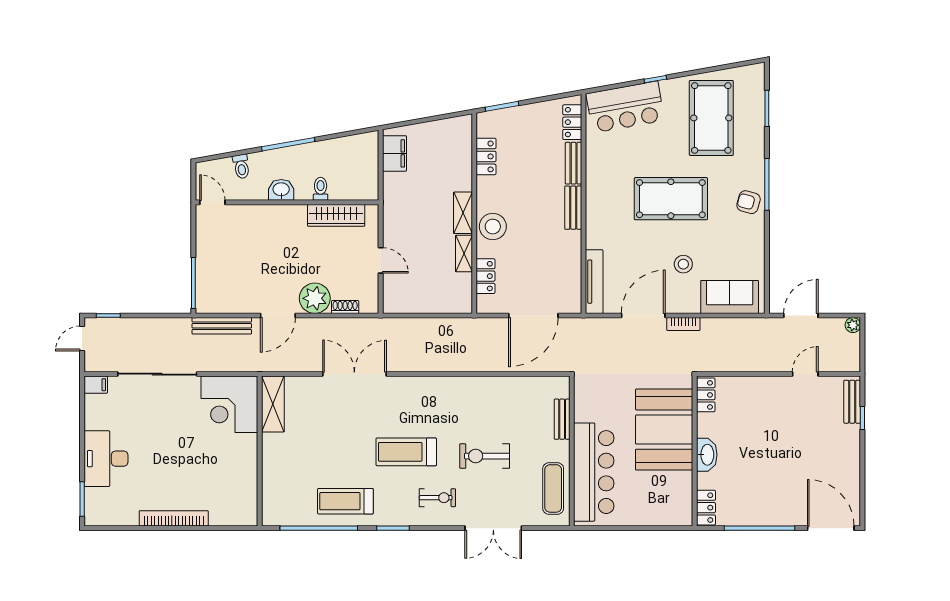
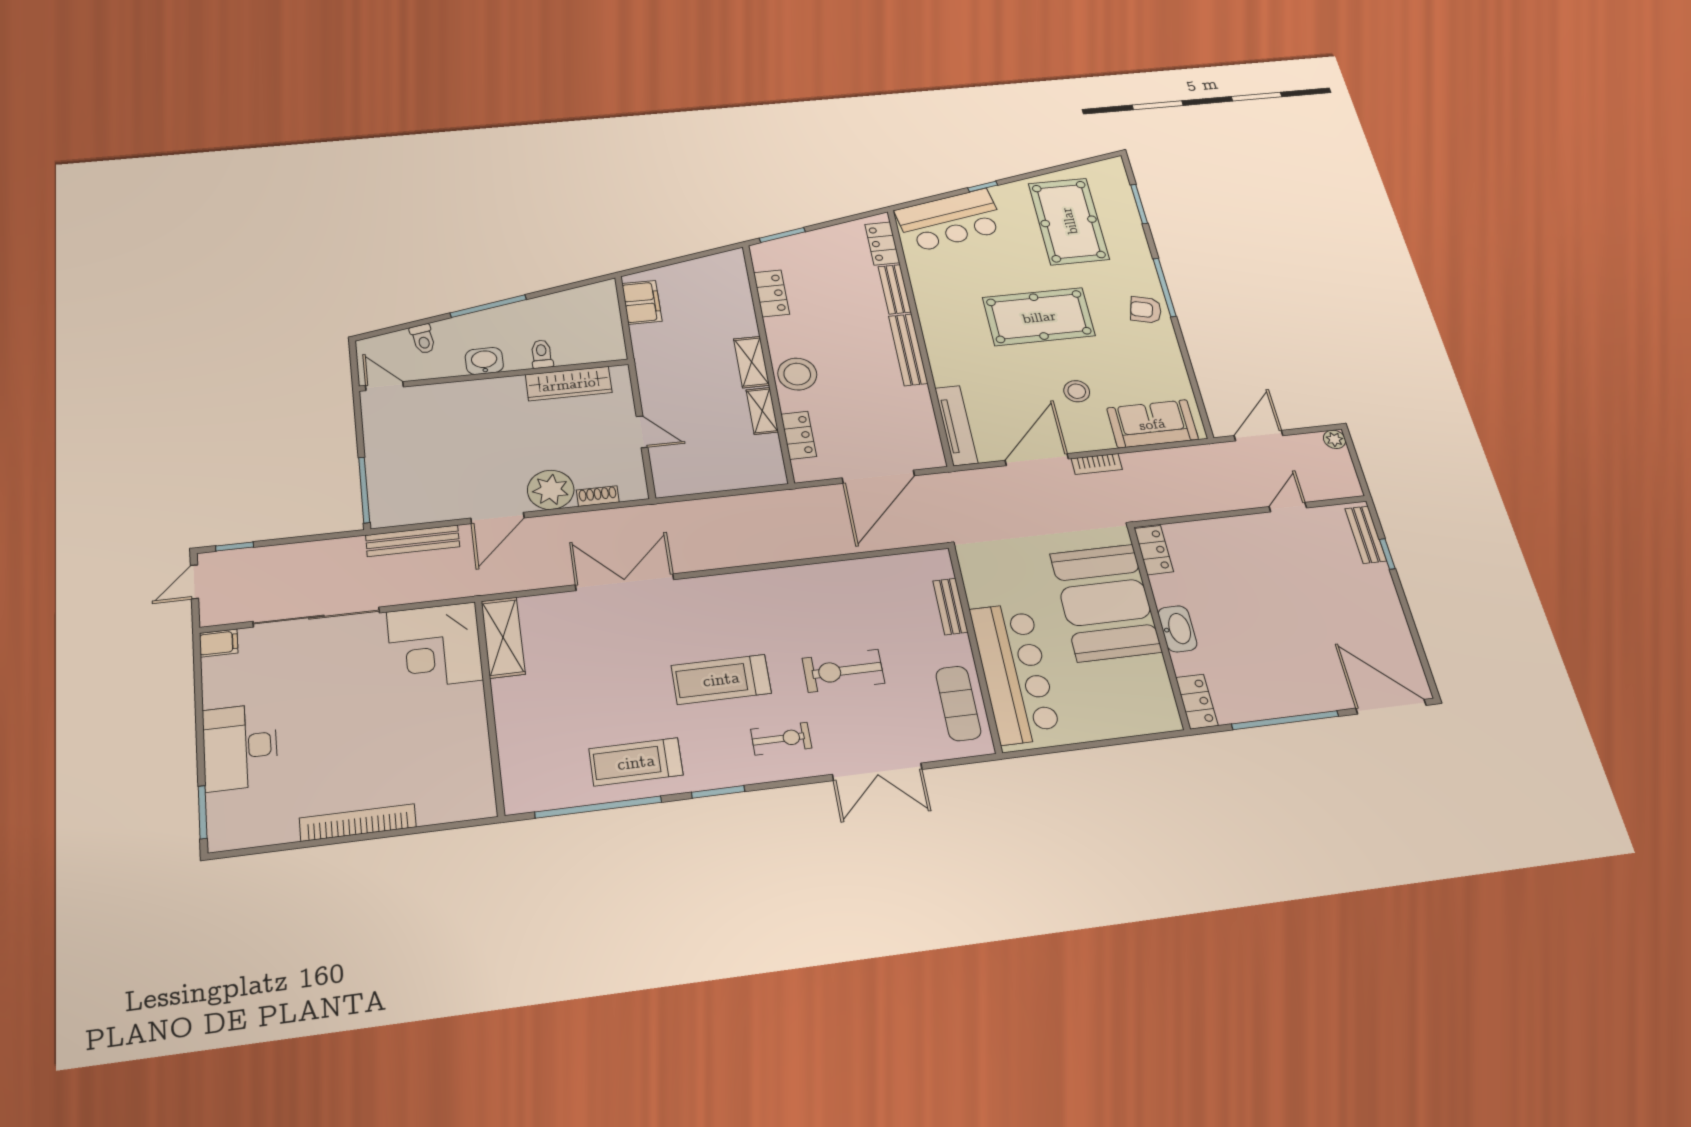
bench: (573, 208) -> (908, 350), width x1.36

